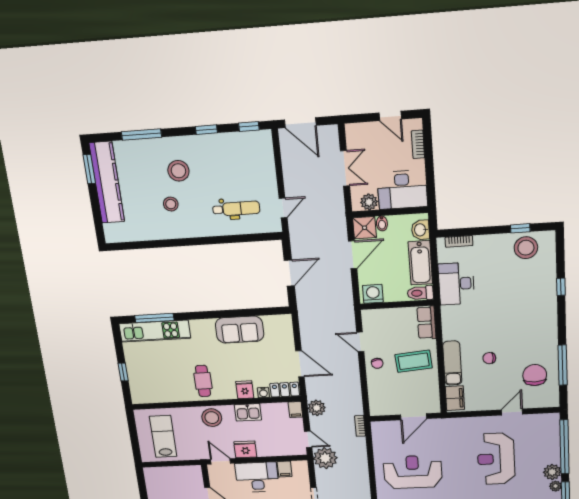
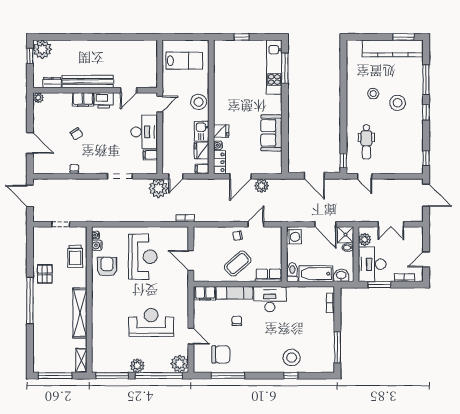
door: (300, 123) -> (426, 195), swing flipped
window: (206, 130) -> (426, 112), moved
window: (430, 178) -> (379, 285), added
window: (520, 228) -> (337, 347), width x2.17
window: (265, 237) -> (343, 161), added
stool: (526, 248) -> (292, 358), moved
desk: (456, 284) -> (270, 299), moved
coffee table: (414, 361) -> (238, 264), turned 54
cafe table: (203, 381) -> (230, 99), removed
plant: (317, 408) -> (262, 186), moved
fridge: (245, 449) -> (202, 151), moved, turned 180
plant: (555, 486) -> (180, 364), moved, width x1.88, depth x1.88

